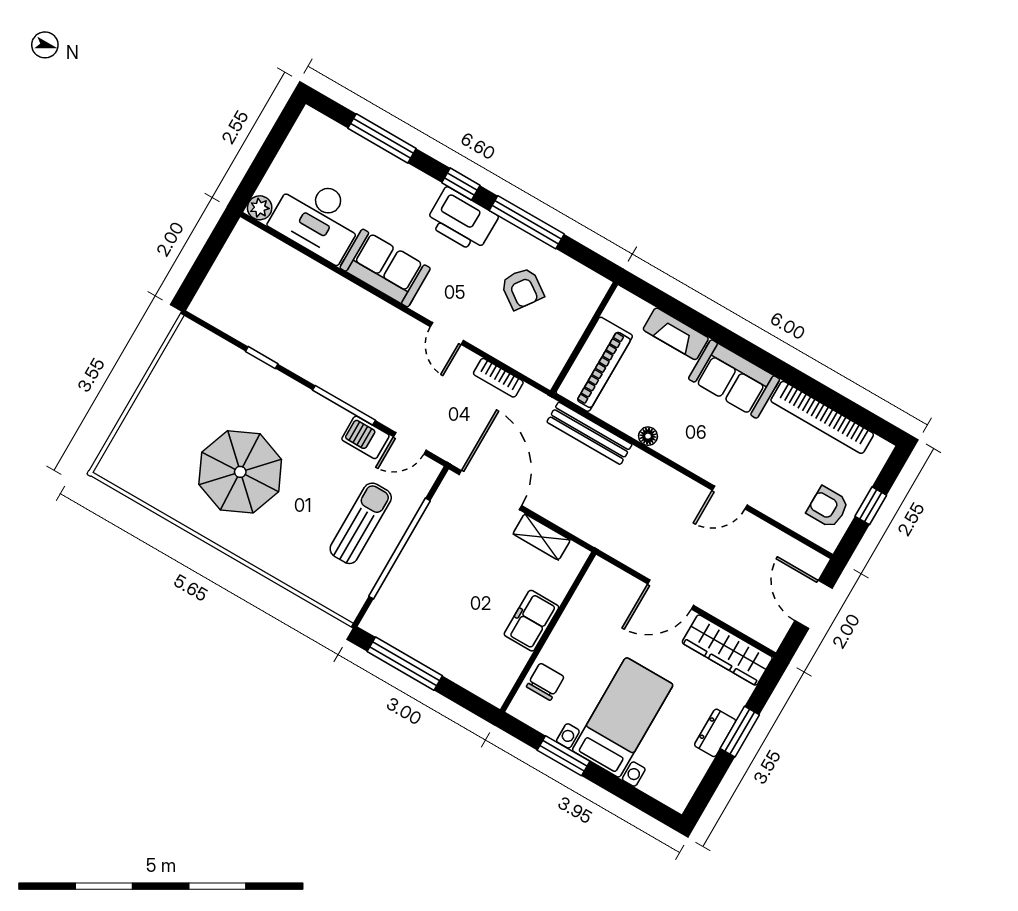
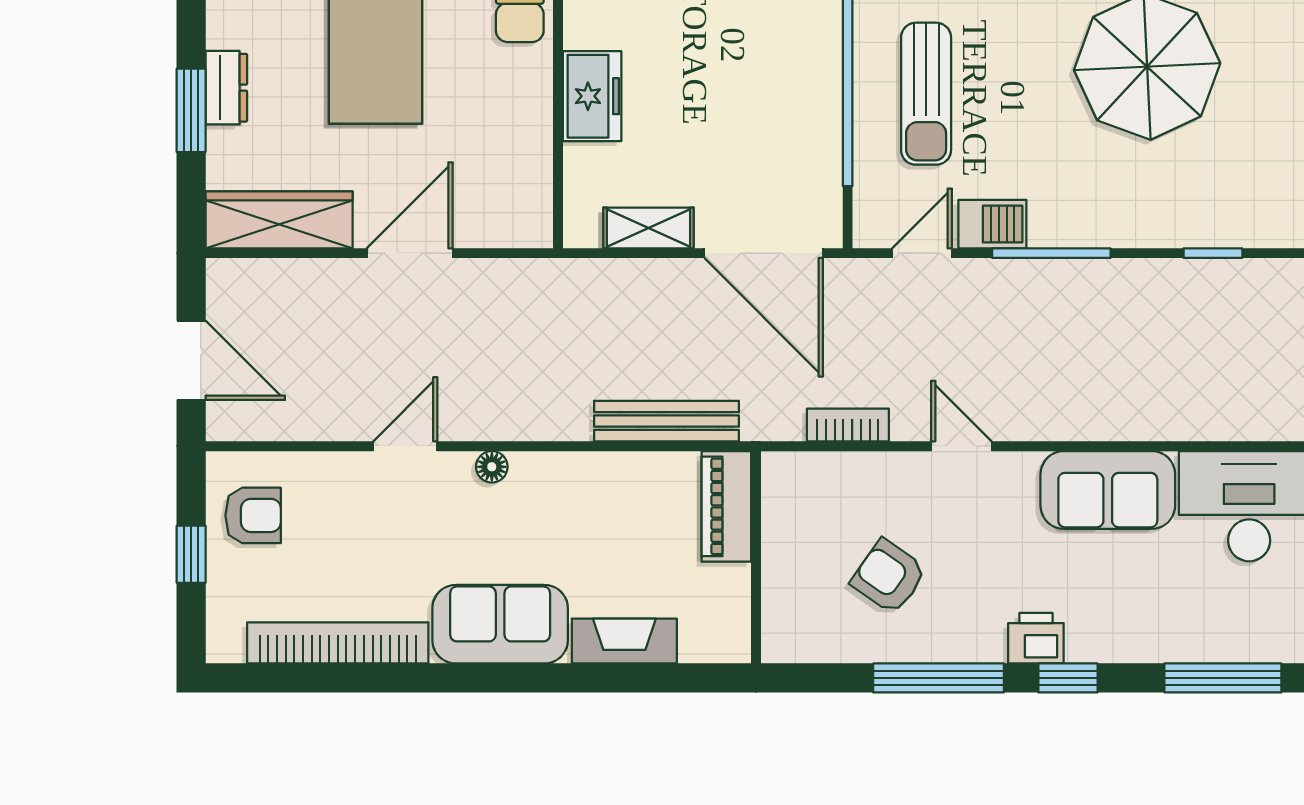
printer: (462, 220) -> (1036, 638), width x0.53, depth x0.68
piano: (594, 364) -> (726, 506), width x0.73, depth x0.75
floor lamp: (648, 436) -> (492, 467), moved

